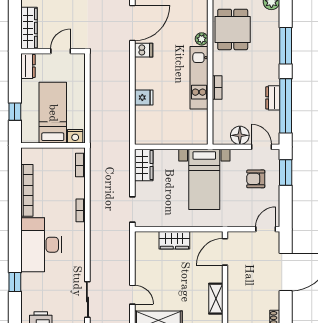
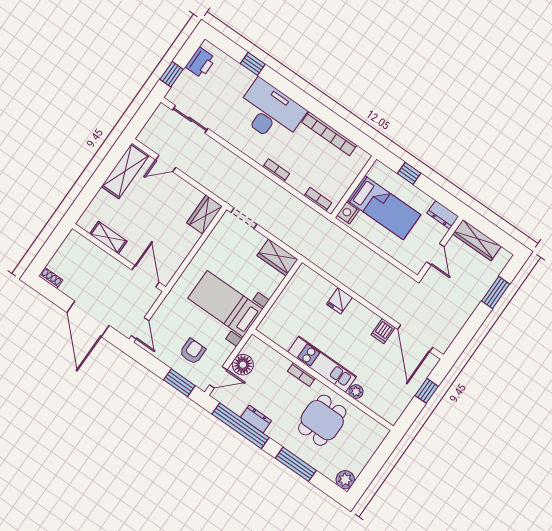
dining table: (233, 29) -> (322, 420), moved, turned 90
wardrobe: (174, 240) -> (204, 215), moved

